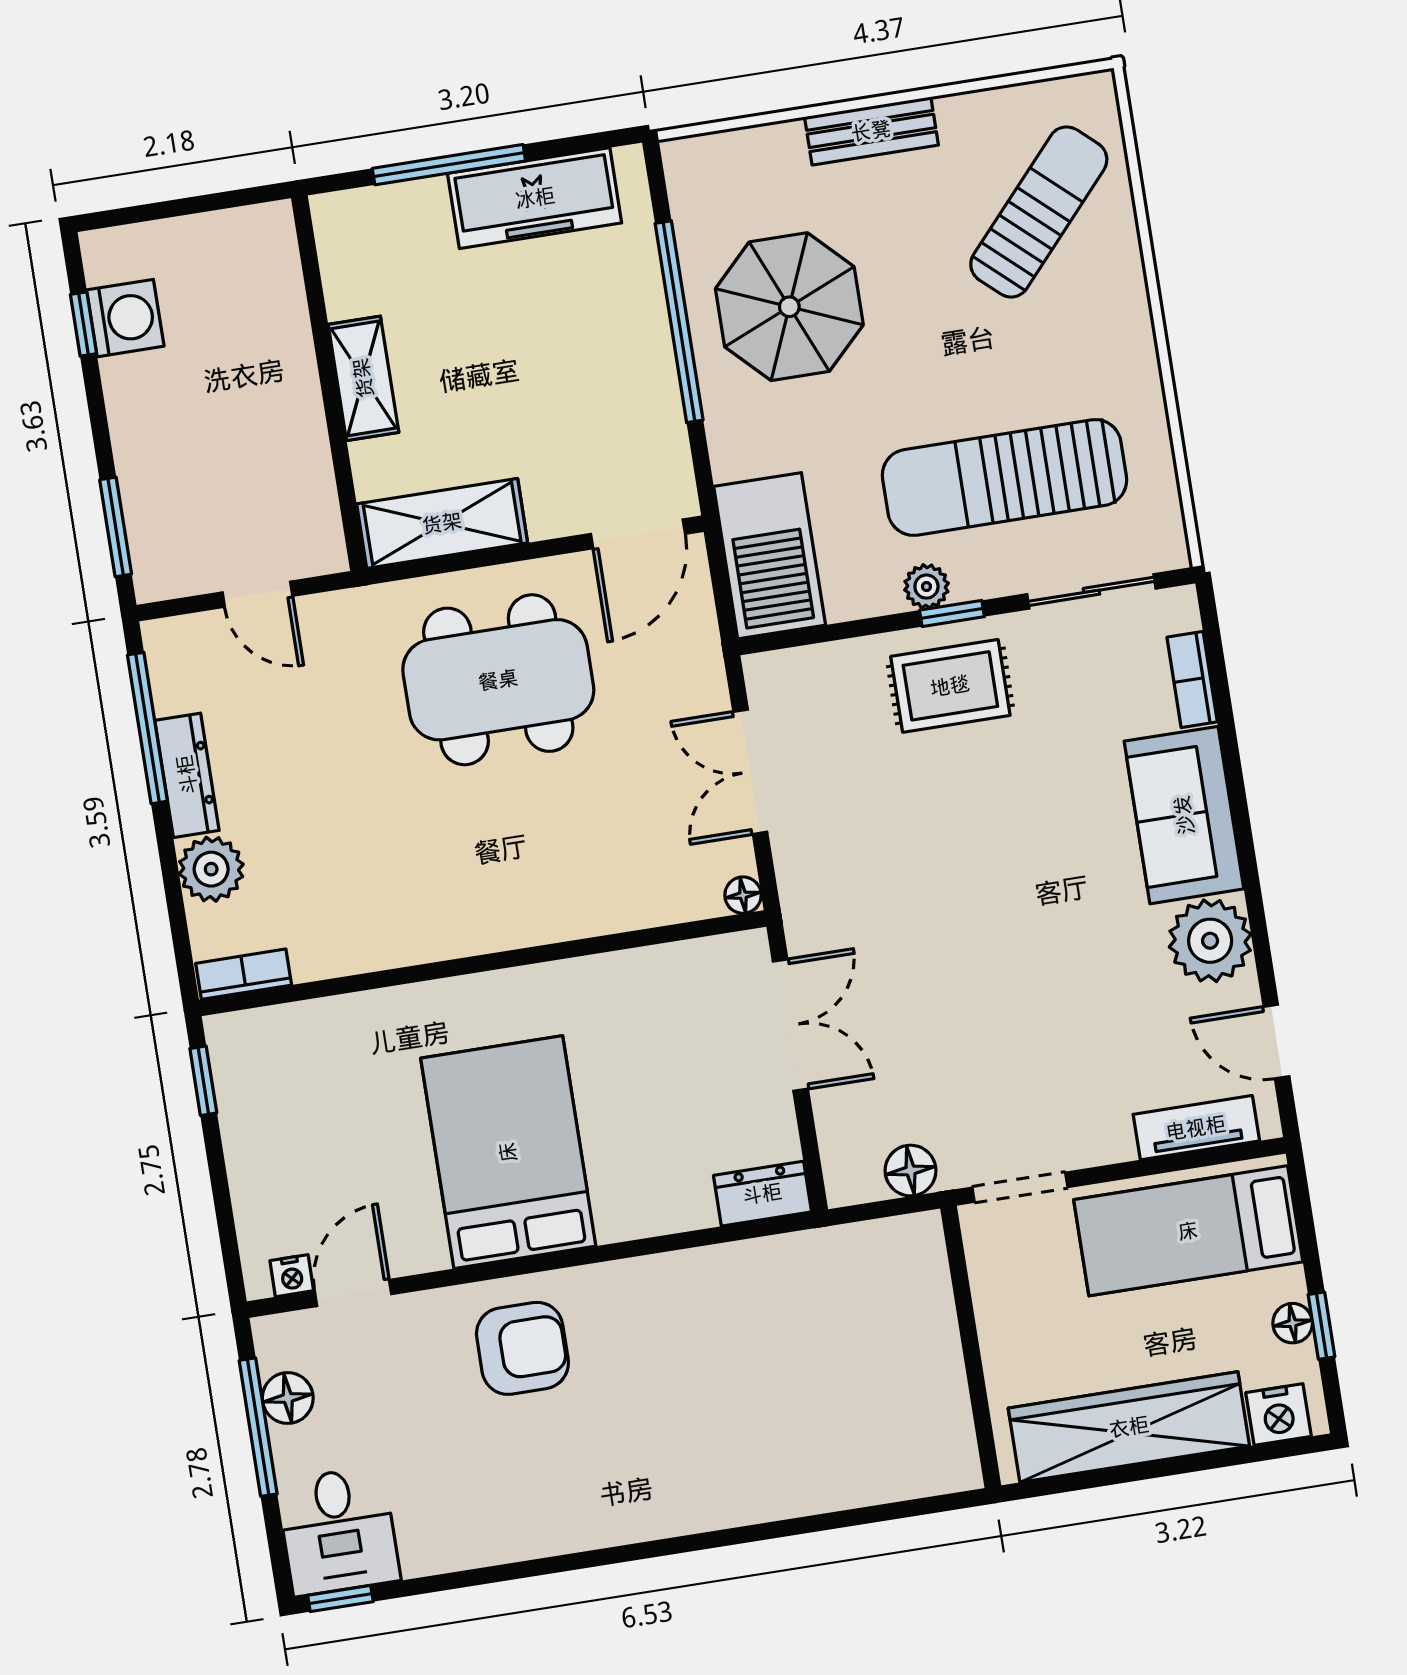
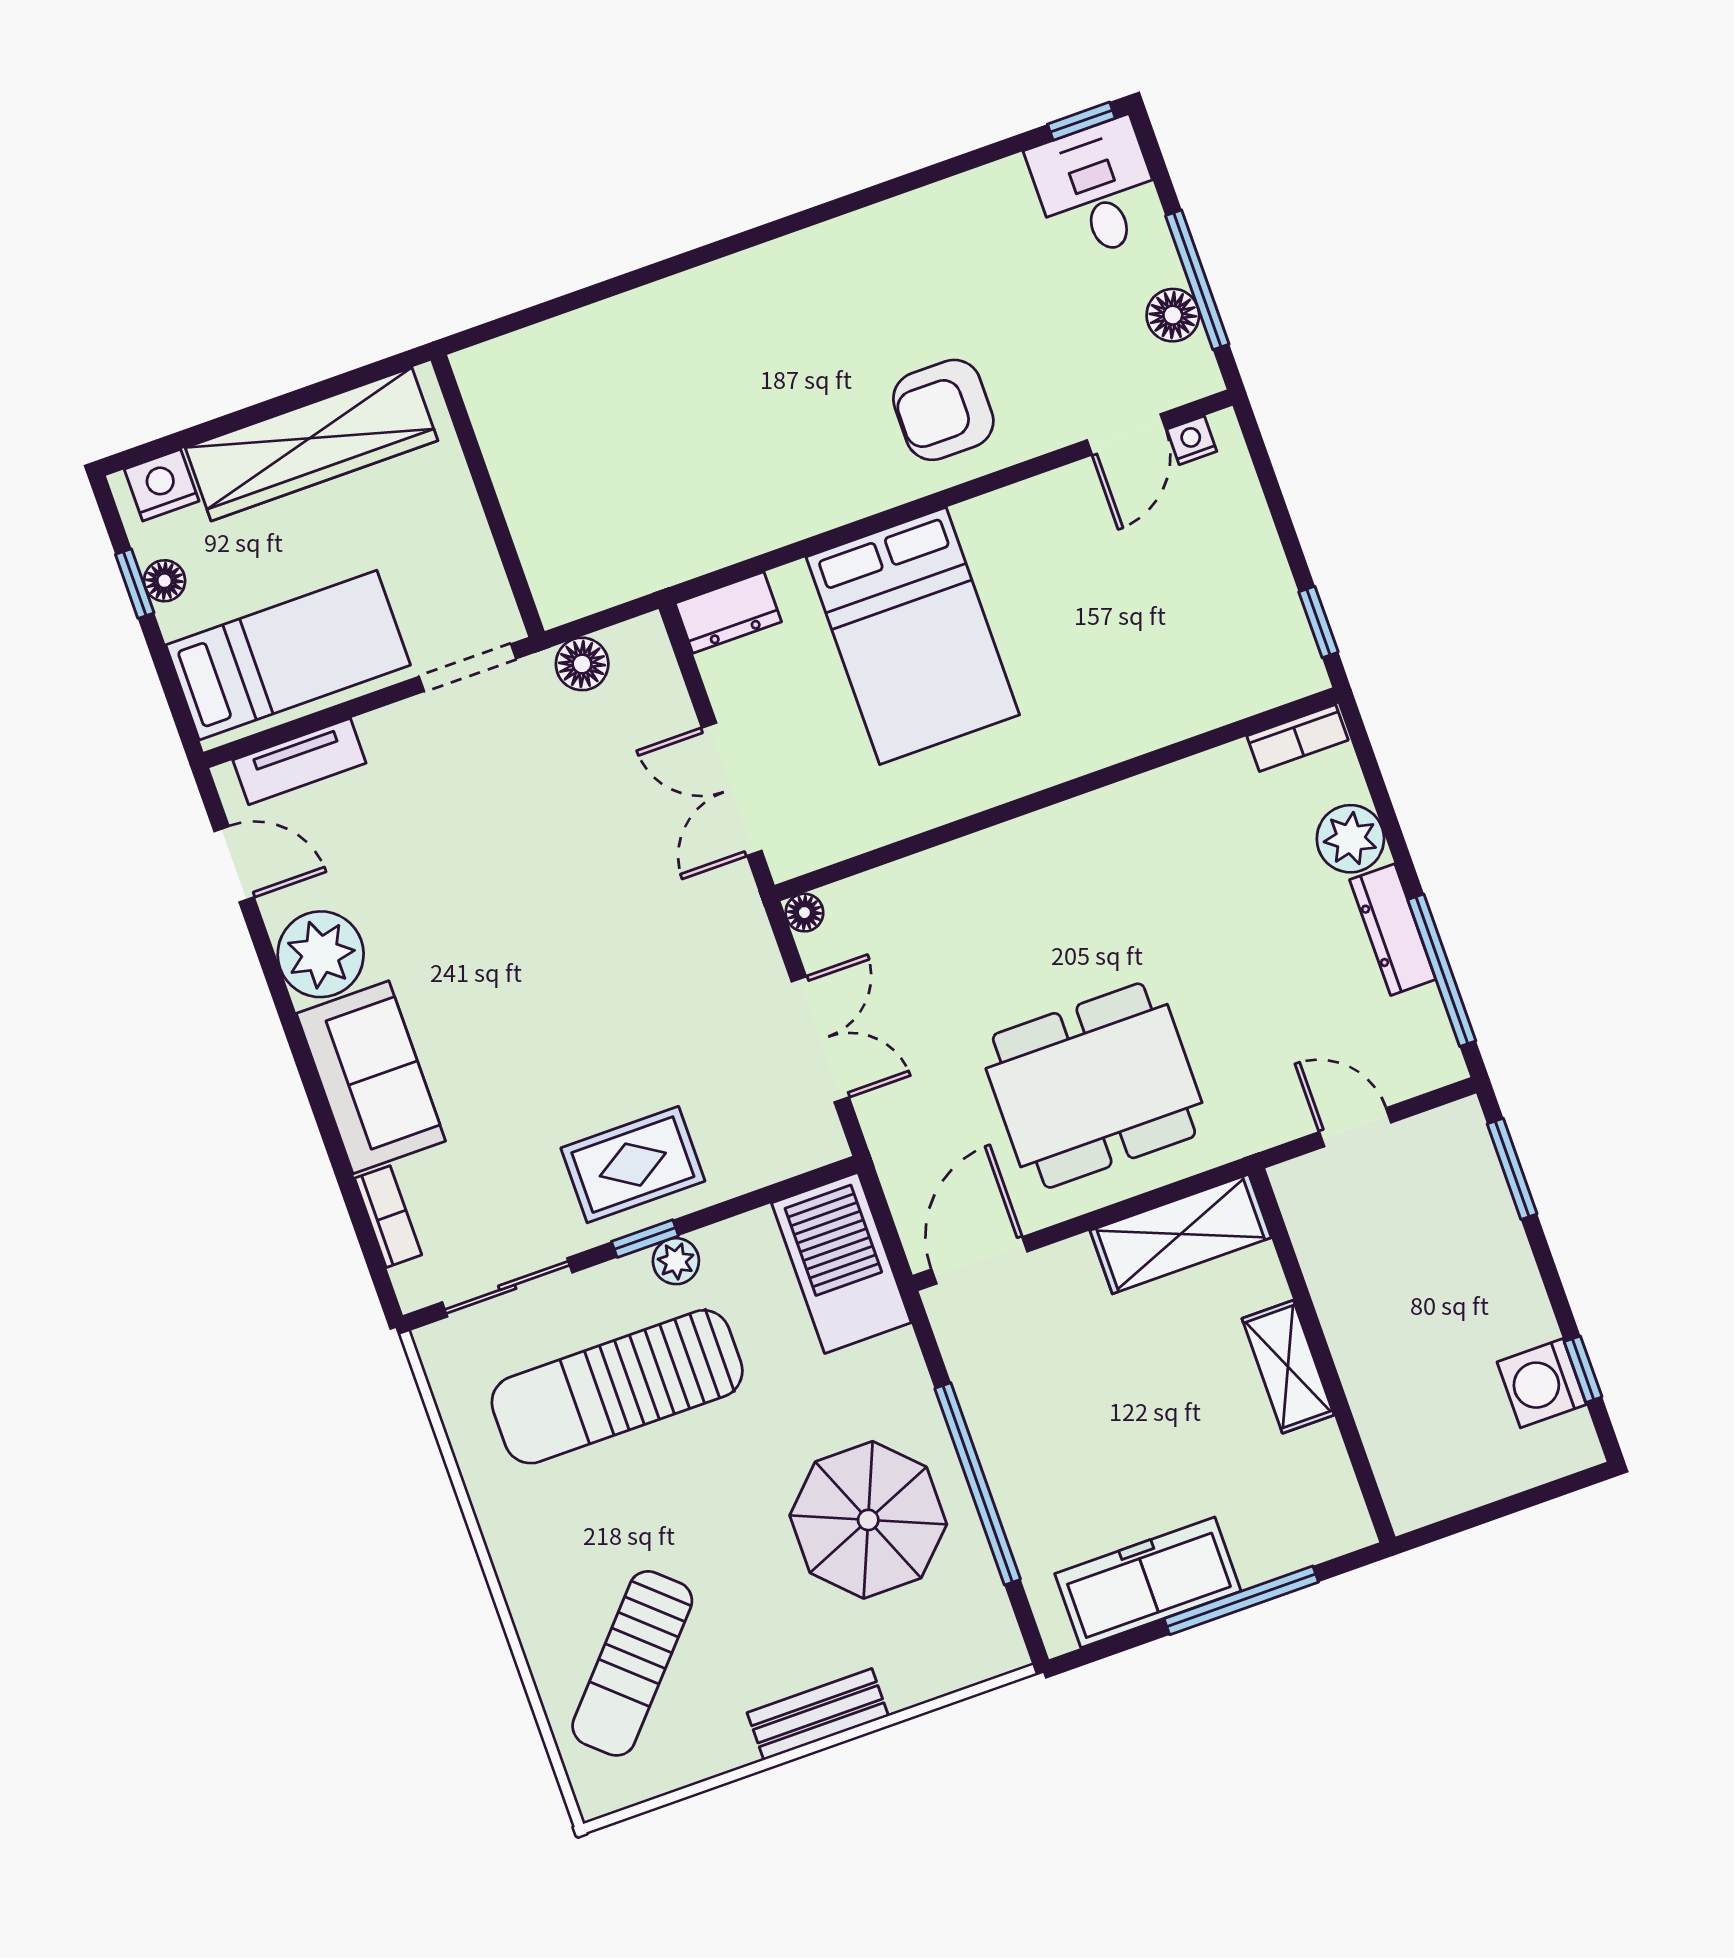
sun lounger: (1005, 478) -> (617, 1387), turned 180
bed: (508, 1152) -> (913, 636), moved

